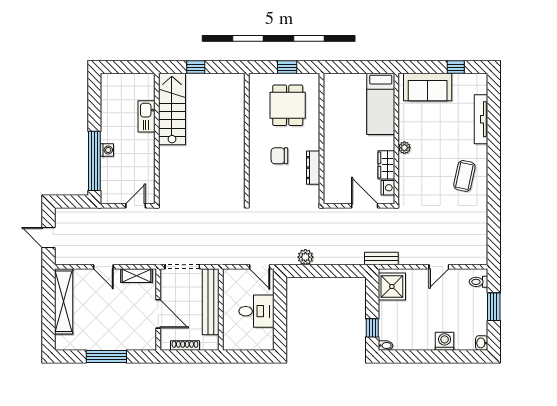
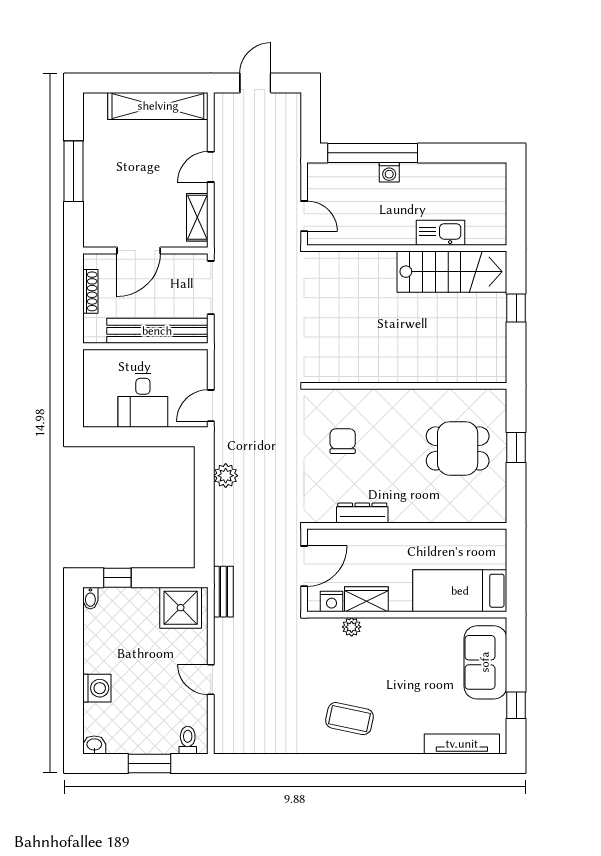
tv unit: (481, 119) -> (462, 744), moved
wall: (322, 139) -> (407, 526), moved
plant: (404, 148) -> (352, 627), moved
chair: (279, 156) -> (343, 441), moved
dresser: (313, 168) -> (362, 513), moved

